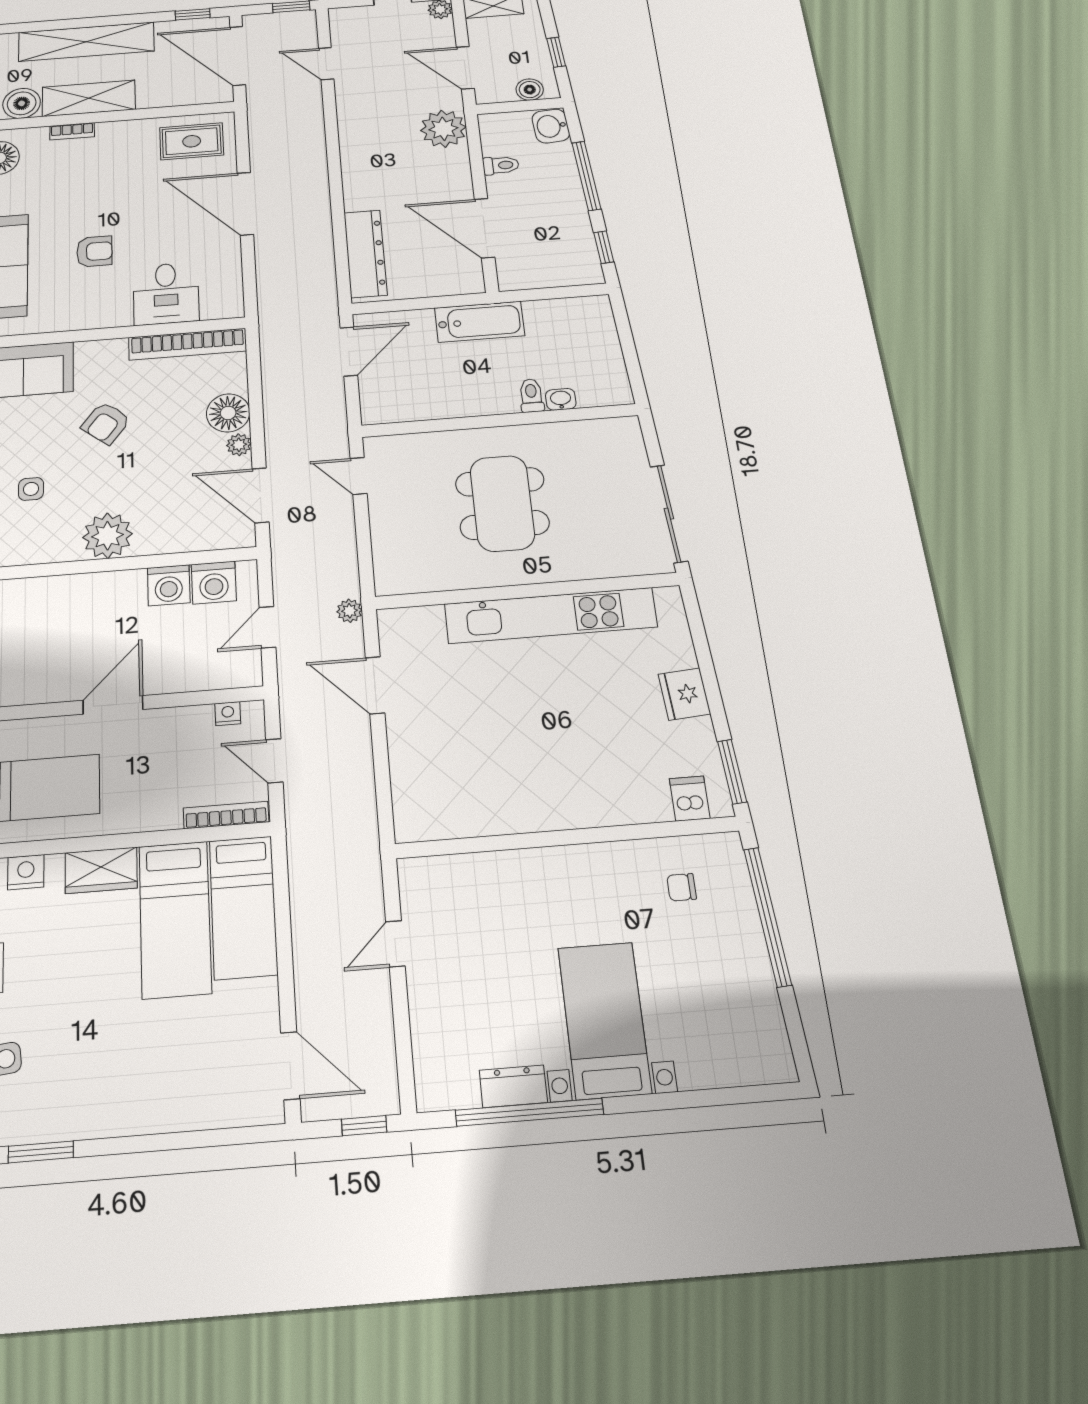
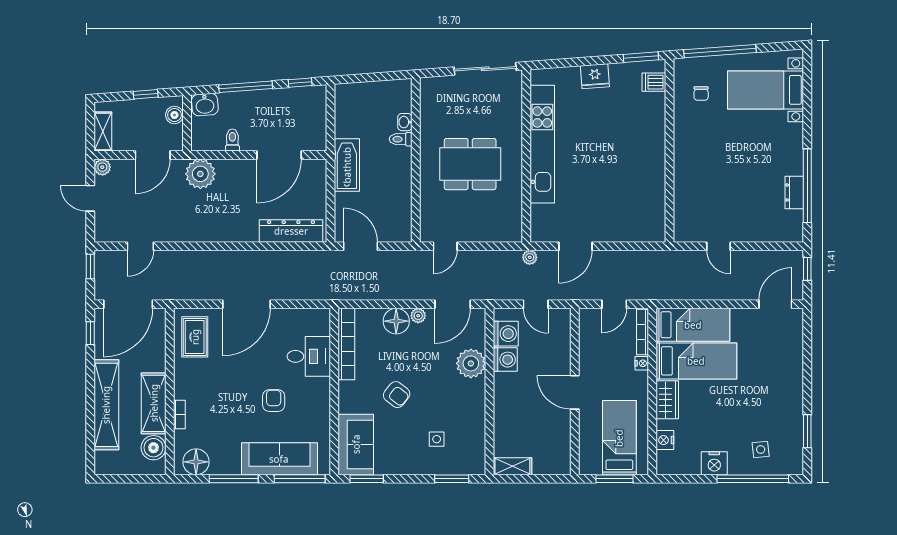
plant: (108, 536) -> (471, 363), moved
nightstand: (228, 714) -> (642, 363), moved, turned 180
bed with nightstands: (604, 1020) -> (765, 90), moved

